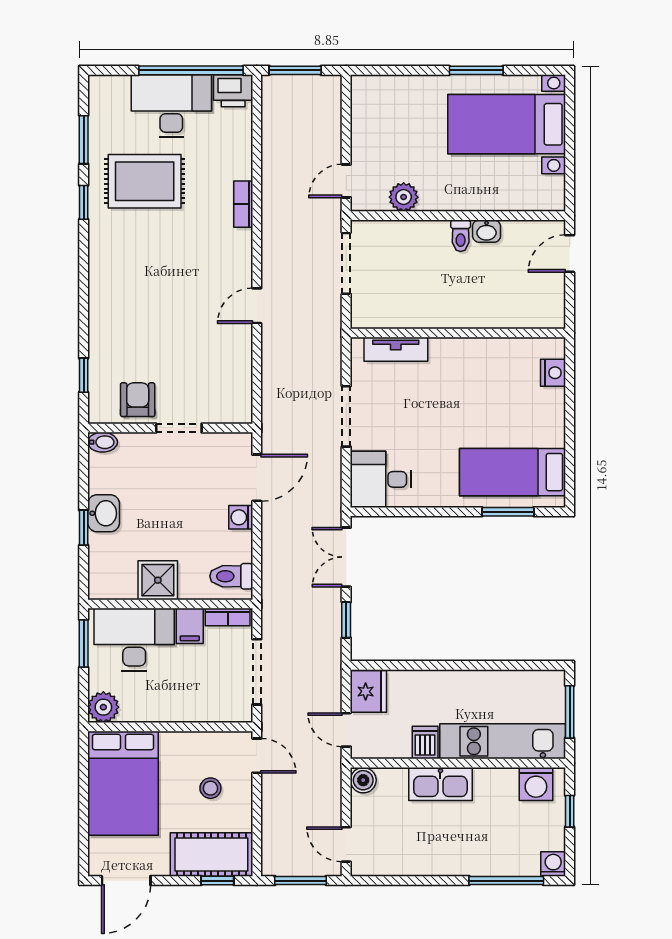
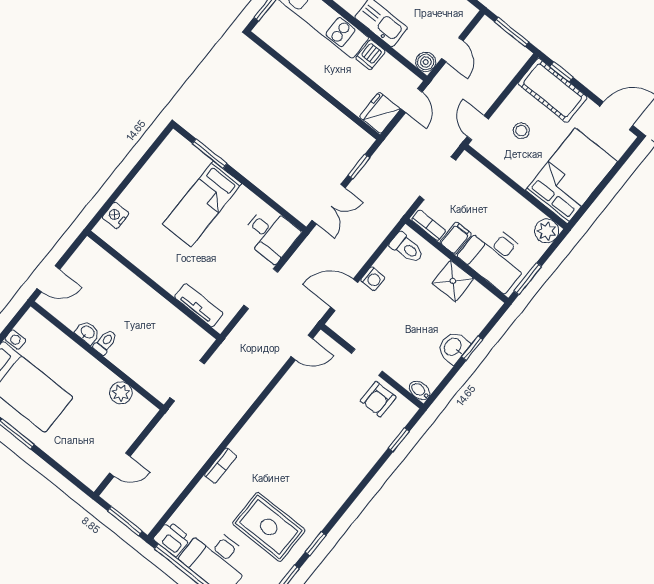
door: (346, 181) -> (120, 465), moved
door: (257, 306) -> (302, 347), moved
bed: (513, 472) -> (202, 204), moved, turned 90
door: (346, 844) -> (452, 50), moved

